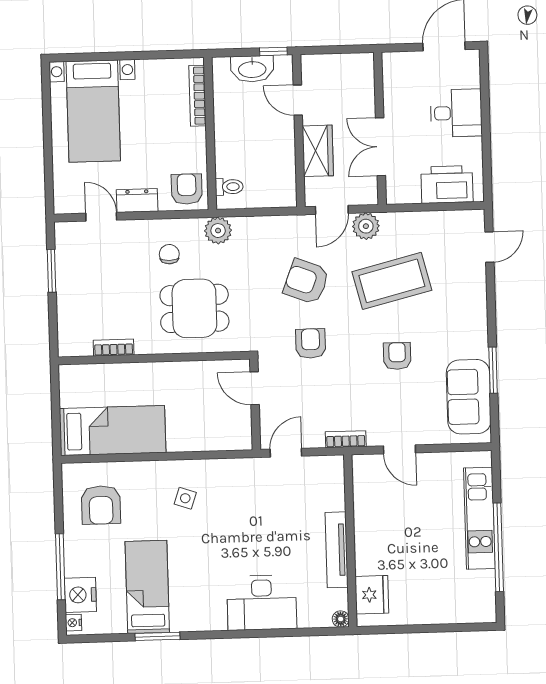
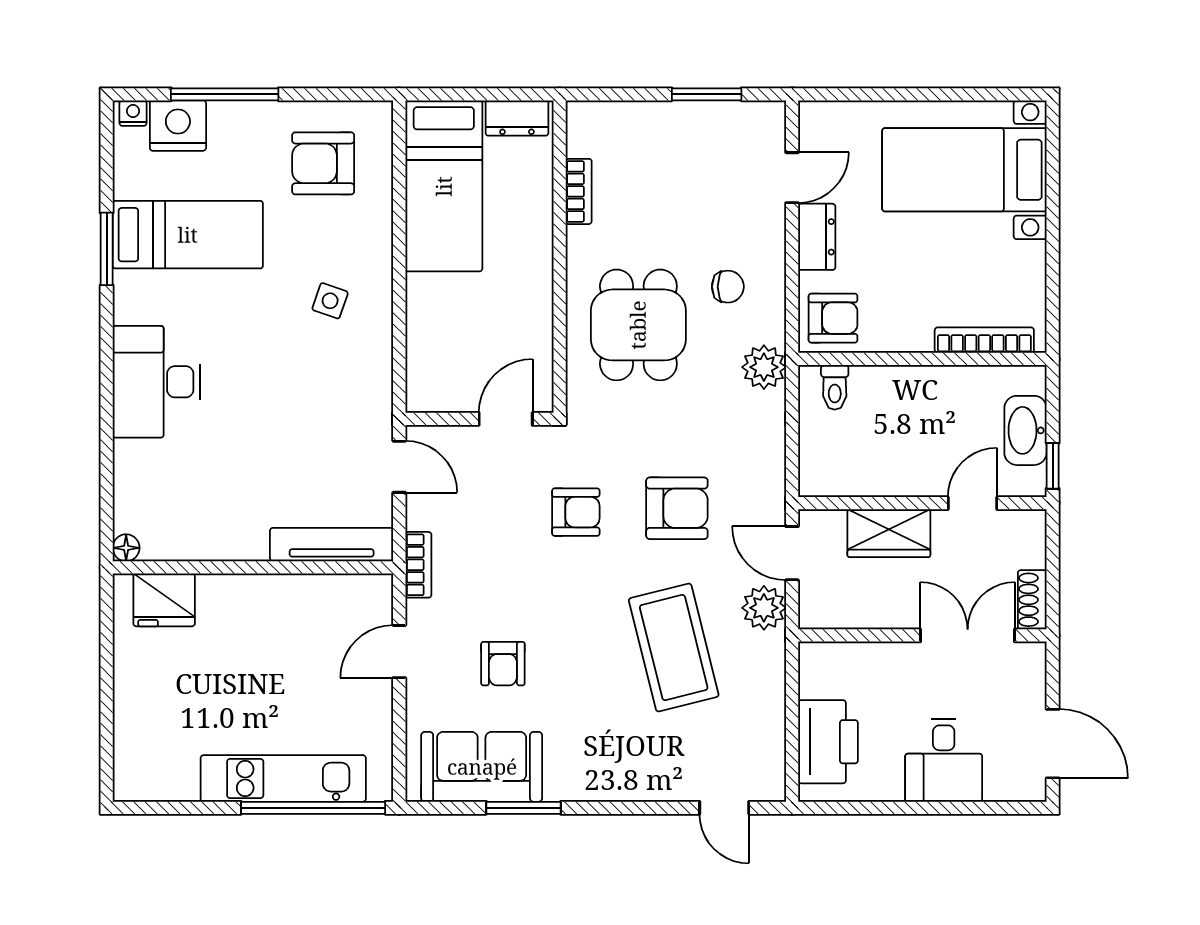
shoe rack: (356, 62) -> (1032, 600), added
double door: (380, 147) -> (968, 635), moved
armchair: (306, 281) -> (677, 508), turned 69
armchair: (397, 356) -> (503, 664), moved, turned 90
dresser: (70, 387) -> (517, 118), added
window: (498, 547) -> (313, 808), moved
tv unit: (337, 550) -> (332, 545), moved
desk: (262, 603) -> (157, 382), moved

